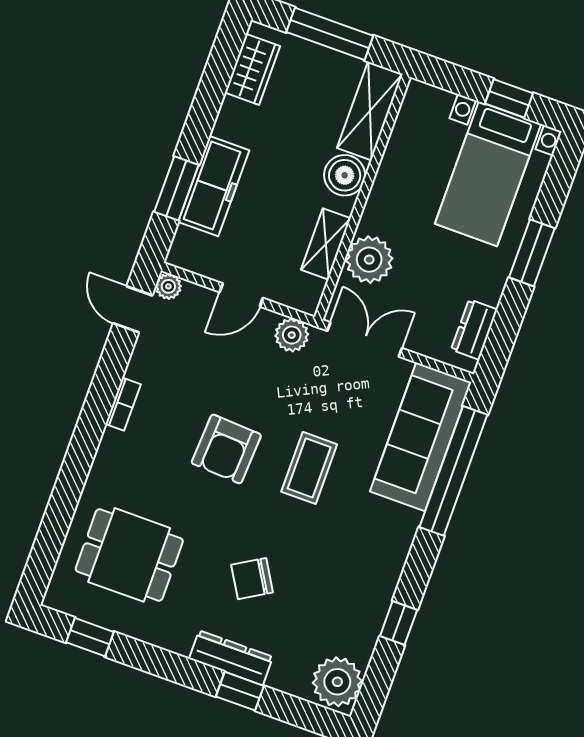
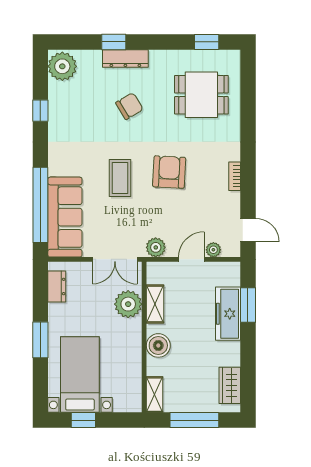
shelving: (370, 111) -> (154, 395), width x0.67, depth x0.75
plant: (168, 286) -> (213, 250), moved

